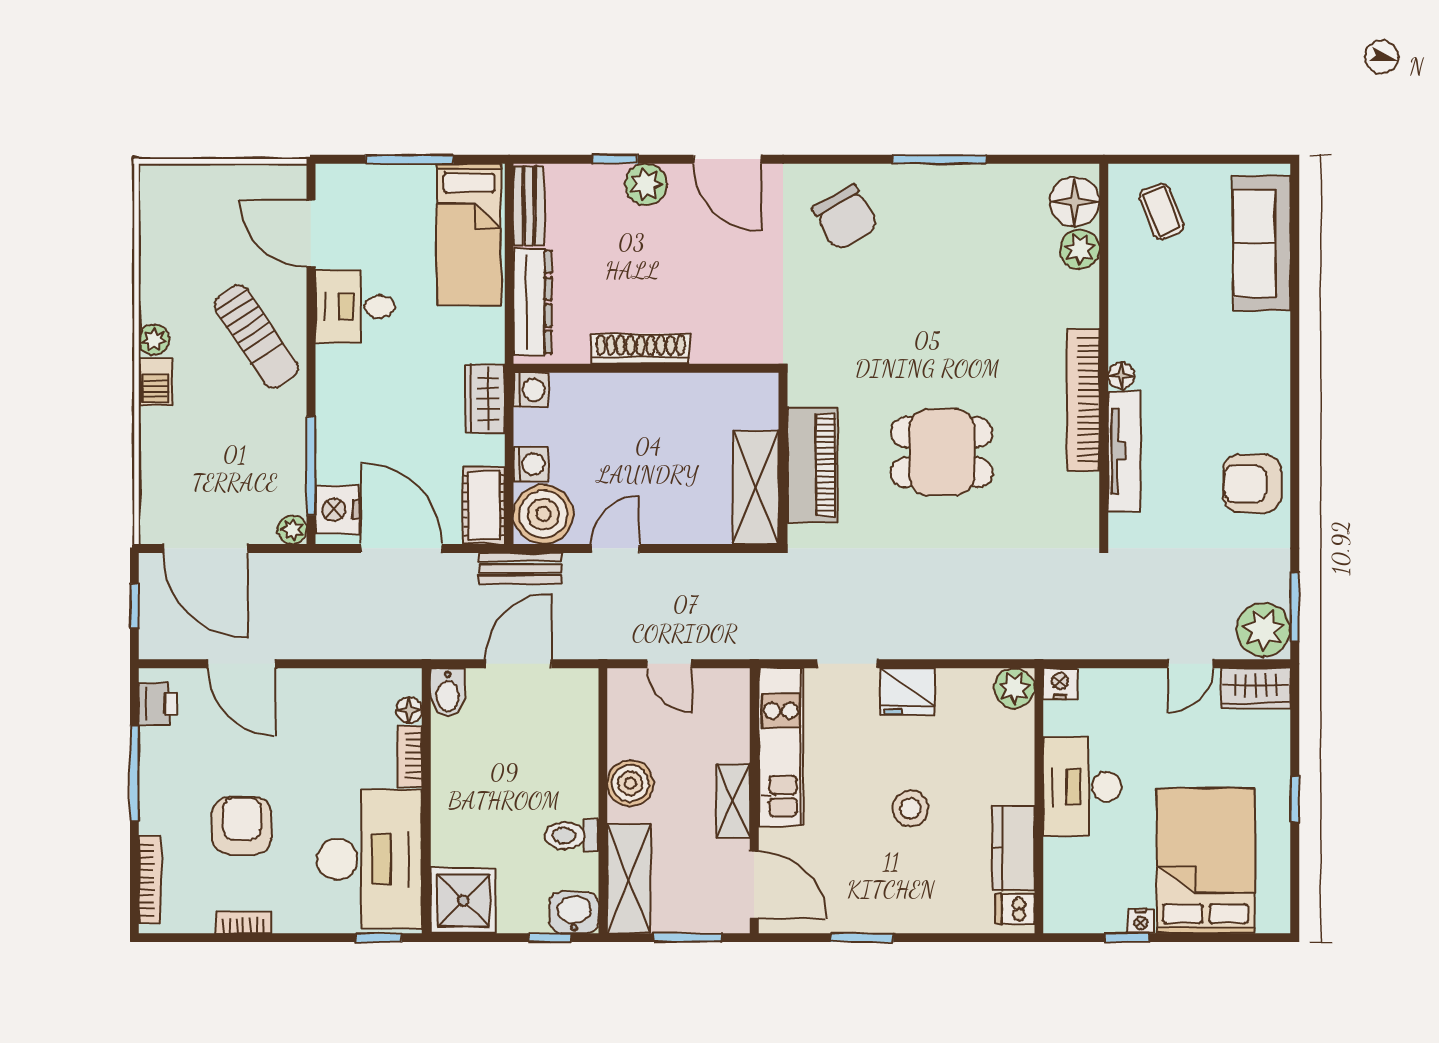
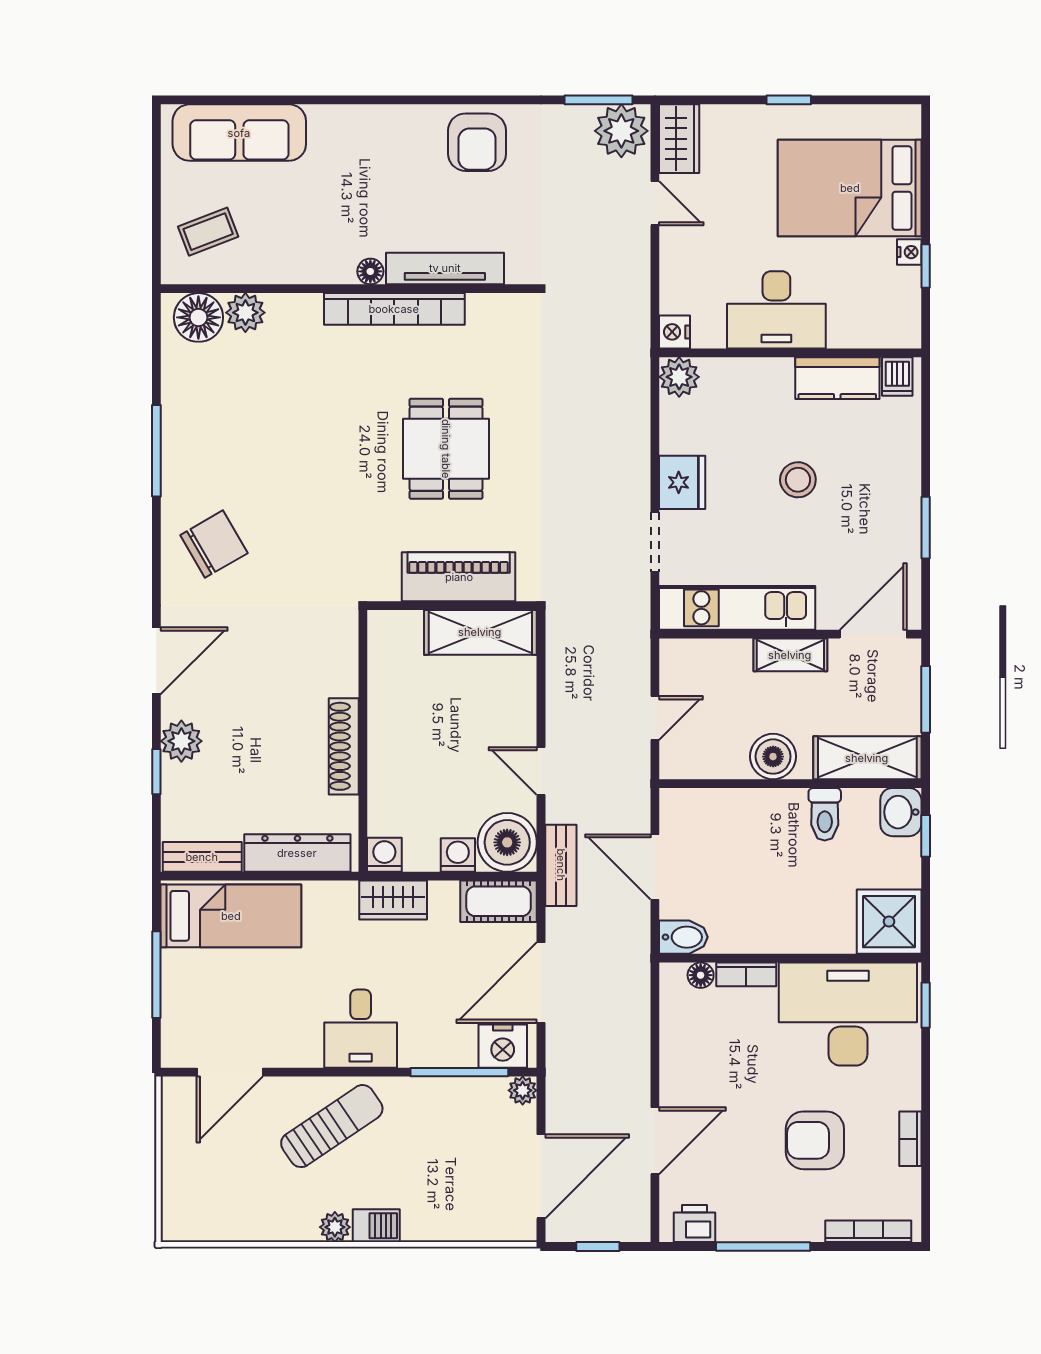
desk: (355, 307) -> (361, 1029), moved

